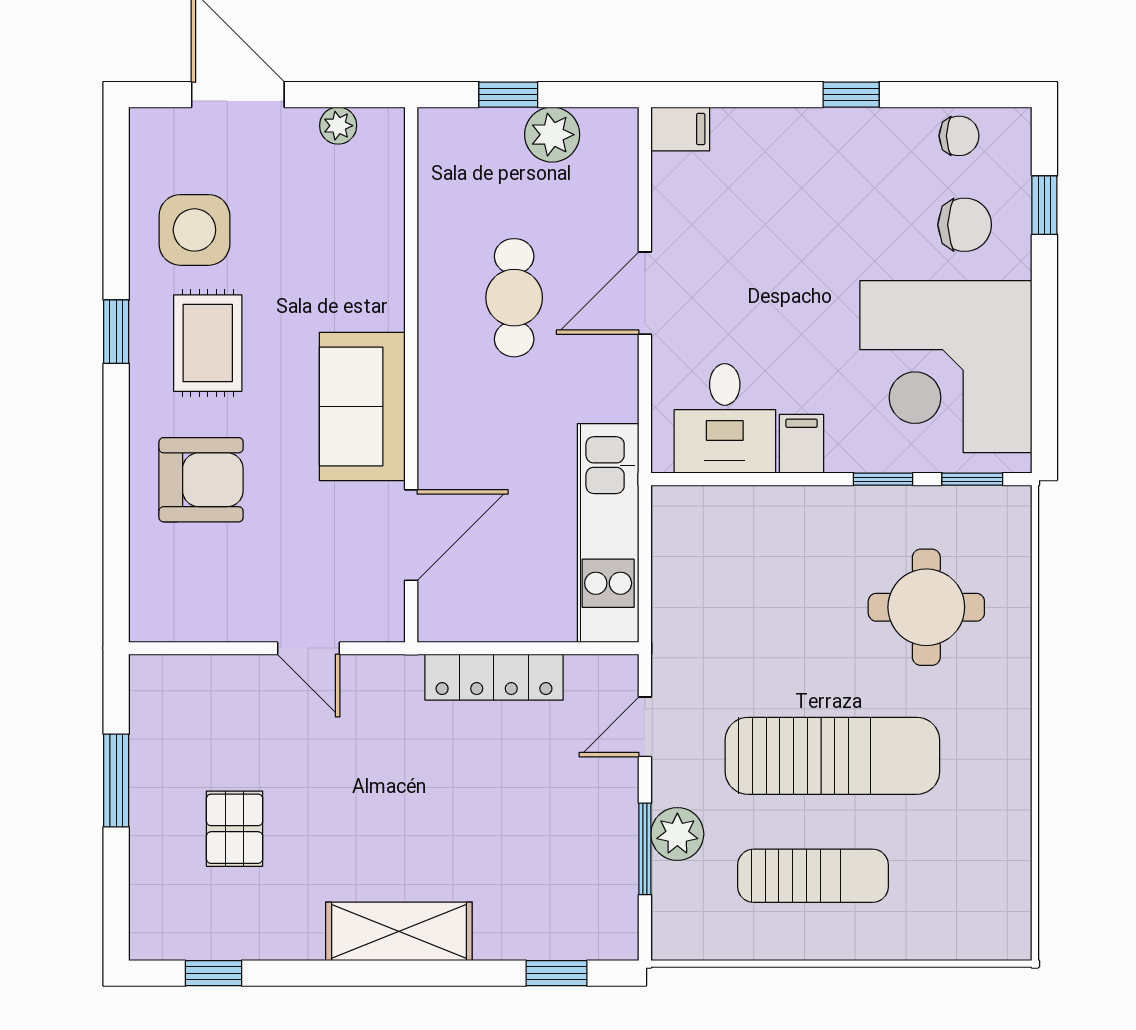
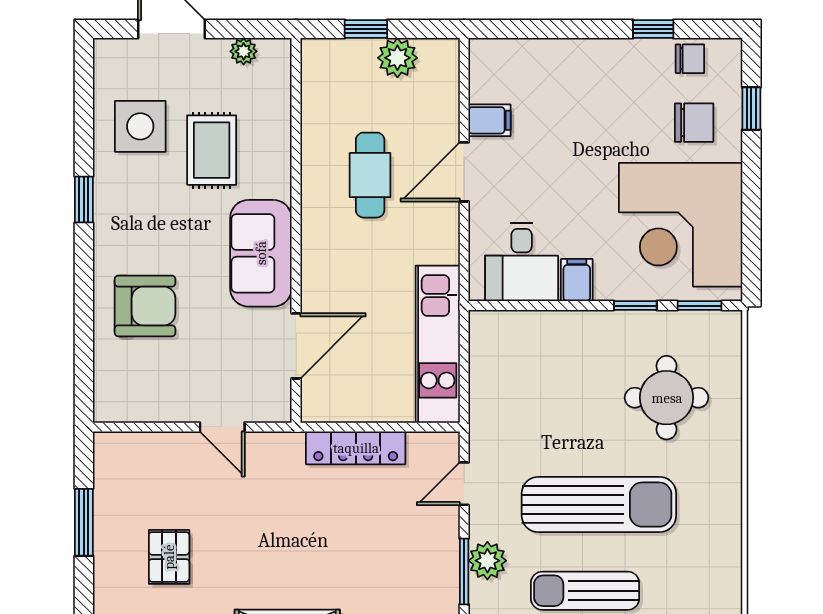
window: (851, 95) -> (653, 29), moved
filing cabinet: (680, 129) -> (490, 120), moved
rug: (208, 343) -> (212, 150), moved
sun lounger: (813, 876) -> (585, 591), turned 180

